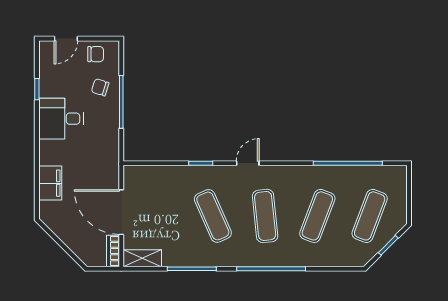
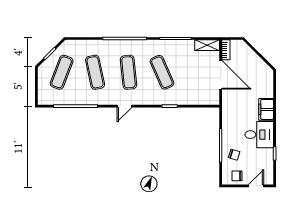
door: (248, 163) -> (124, 106), moved
filing cabinet: (50, 183) -> (266, 109), moved
exercise mat: (317, 216) -> (95, 72), turned -33

